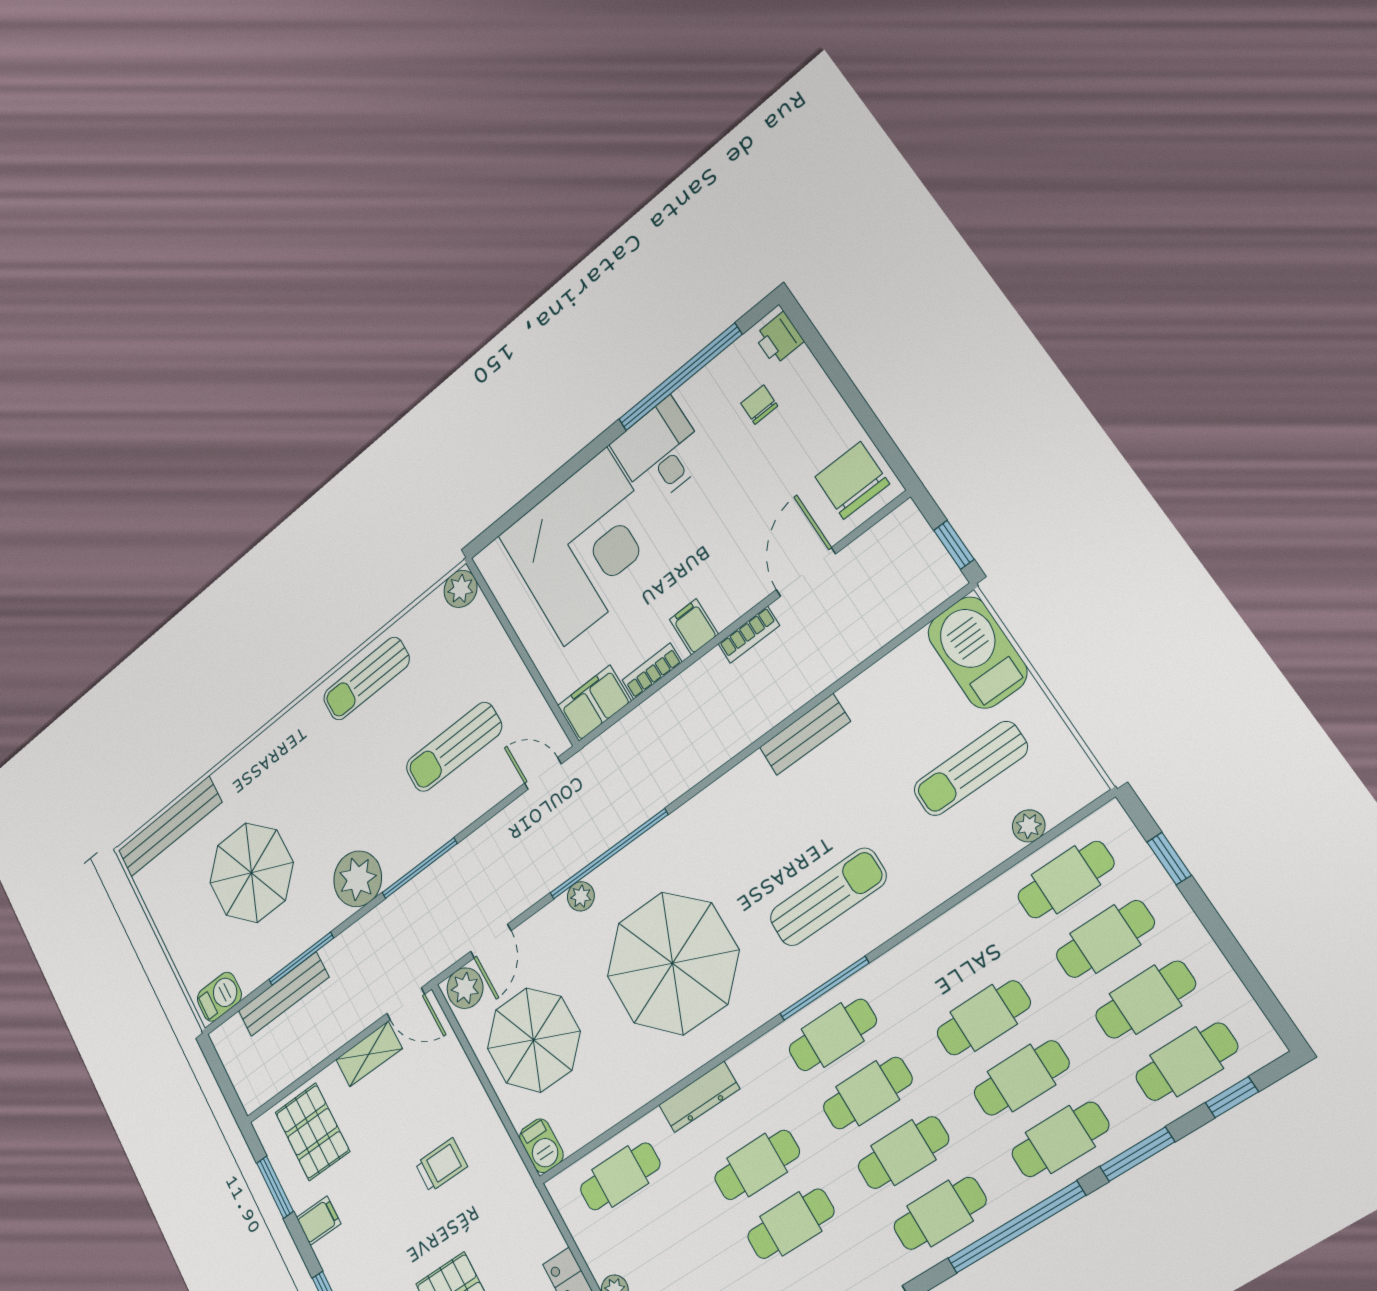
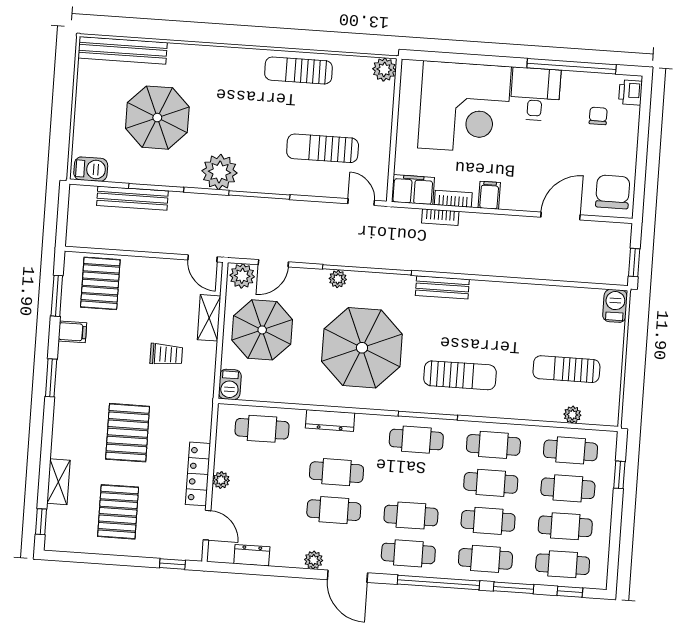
bookcase: (749, 635) -> (440, 217), moved
barbecue: (977, 652) -> (615, 306), width x0.53, depth x0.65
bench: (805, 734) -> (442, 287), moved
shelving: (369, 1054) -> (209, 318), moved, turned 90
cafe table: (868, 1093) -> (493, 445), moved

